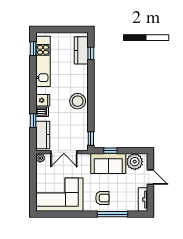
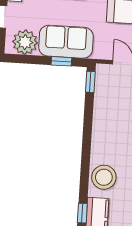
stool: (78, 101) -> (104, 177), moved

